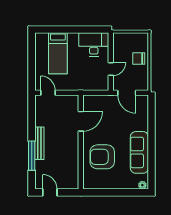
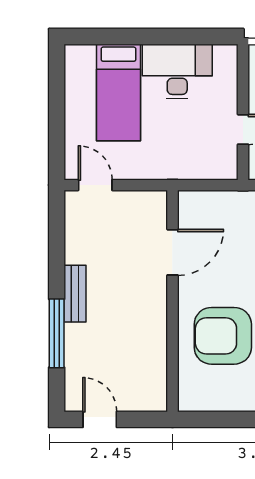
desk: (94, 44) -> (177, 71), moved
bench: (39, 143) -> (75, 294), width x0.73

